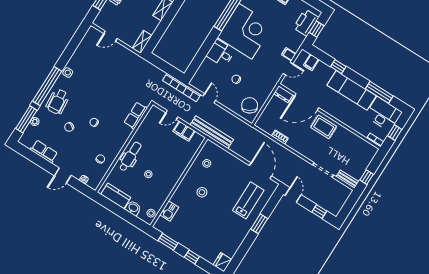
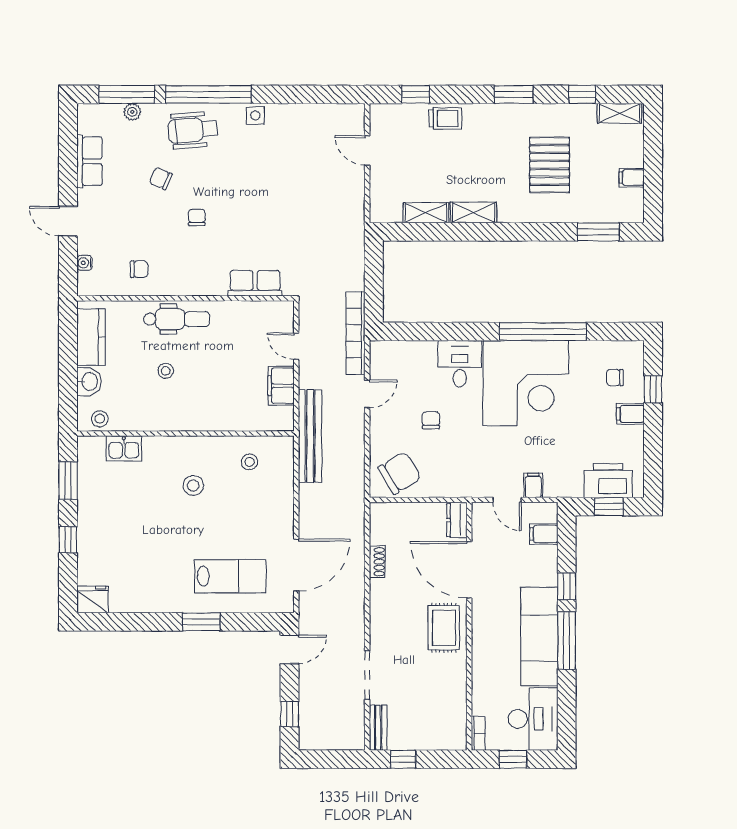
shelving: (142, 42) -> (426, 213), moved
window: (379, 92) -> (567, 640), moved

